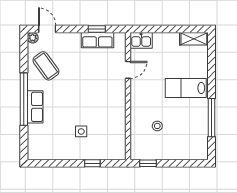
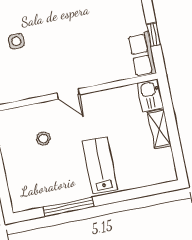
shelving: (194, 39) -> (159, 129), moved
row of seats: (97, 40) -> (142, 54), moved
door: (128, 70) -> (68, 94), moved

